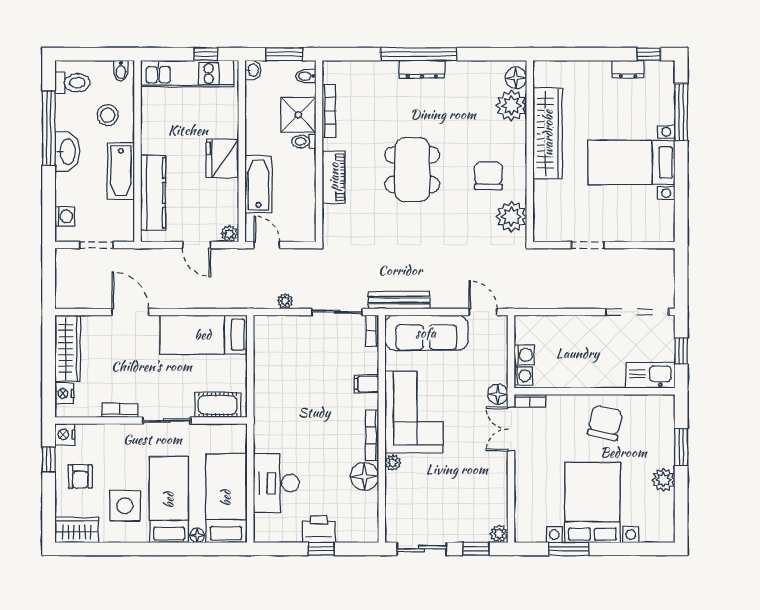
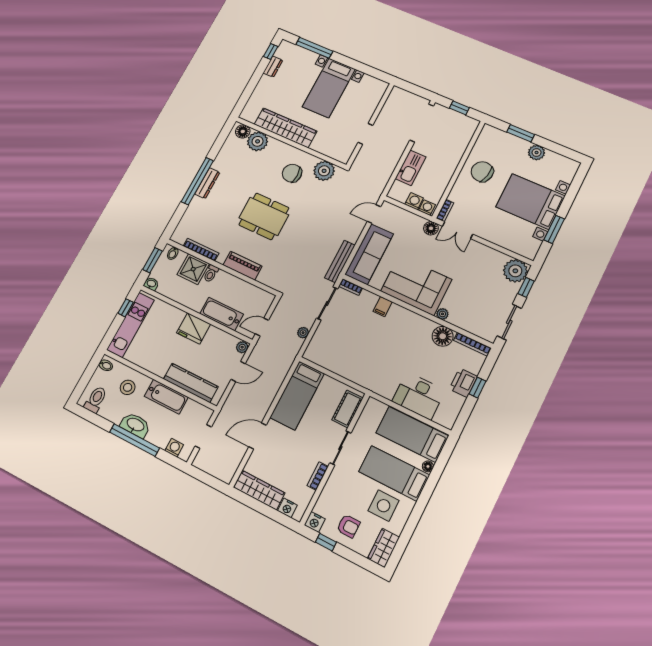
window: (49, 128) -> (135, 440), moved
kitchen sink: (650, 375) -> (411, 168), moved, turned 180
bookcase: (372, 435) -> (472, 344), moved
plant: (499, 534) -> (515, 271), width x1.87, depth x1.87

